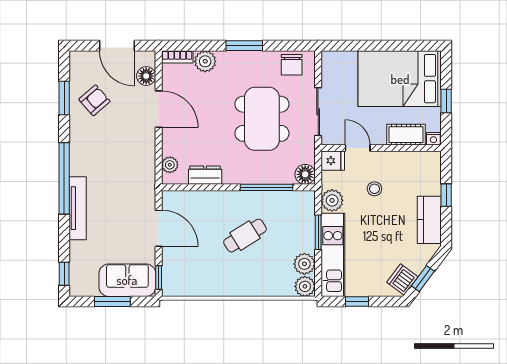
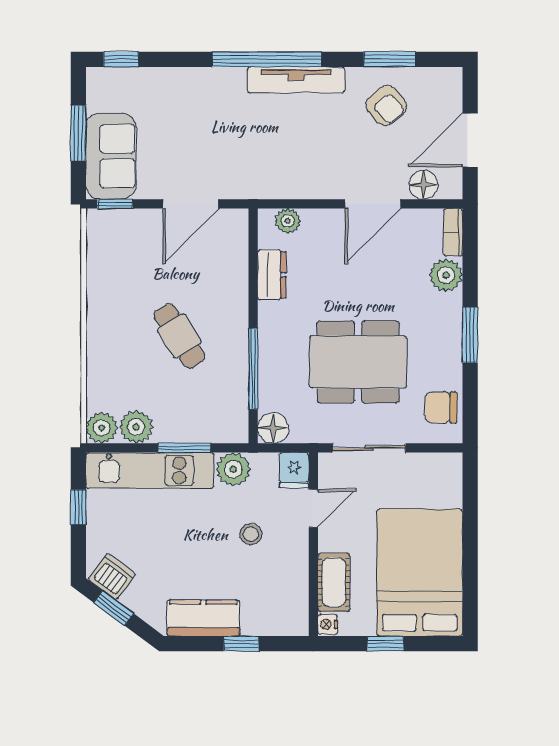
tv unit: (78, 208) -> (296, 80), moved

